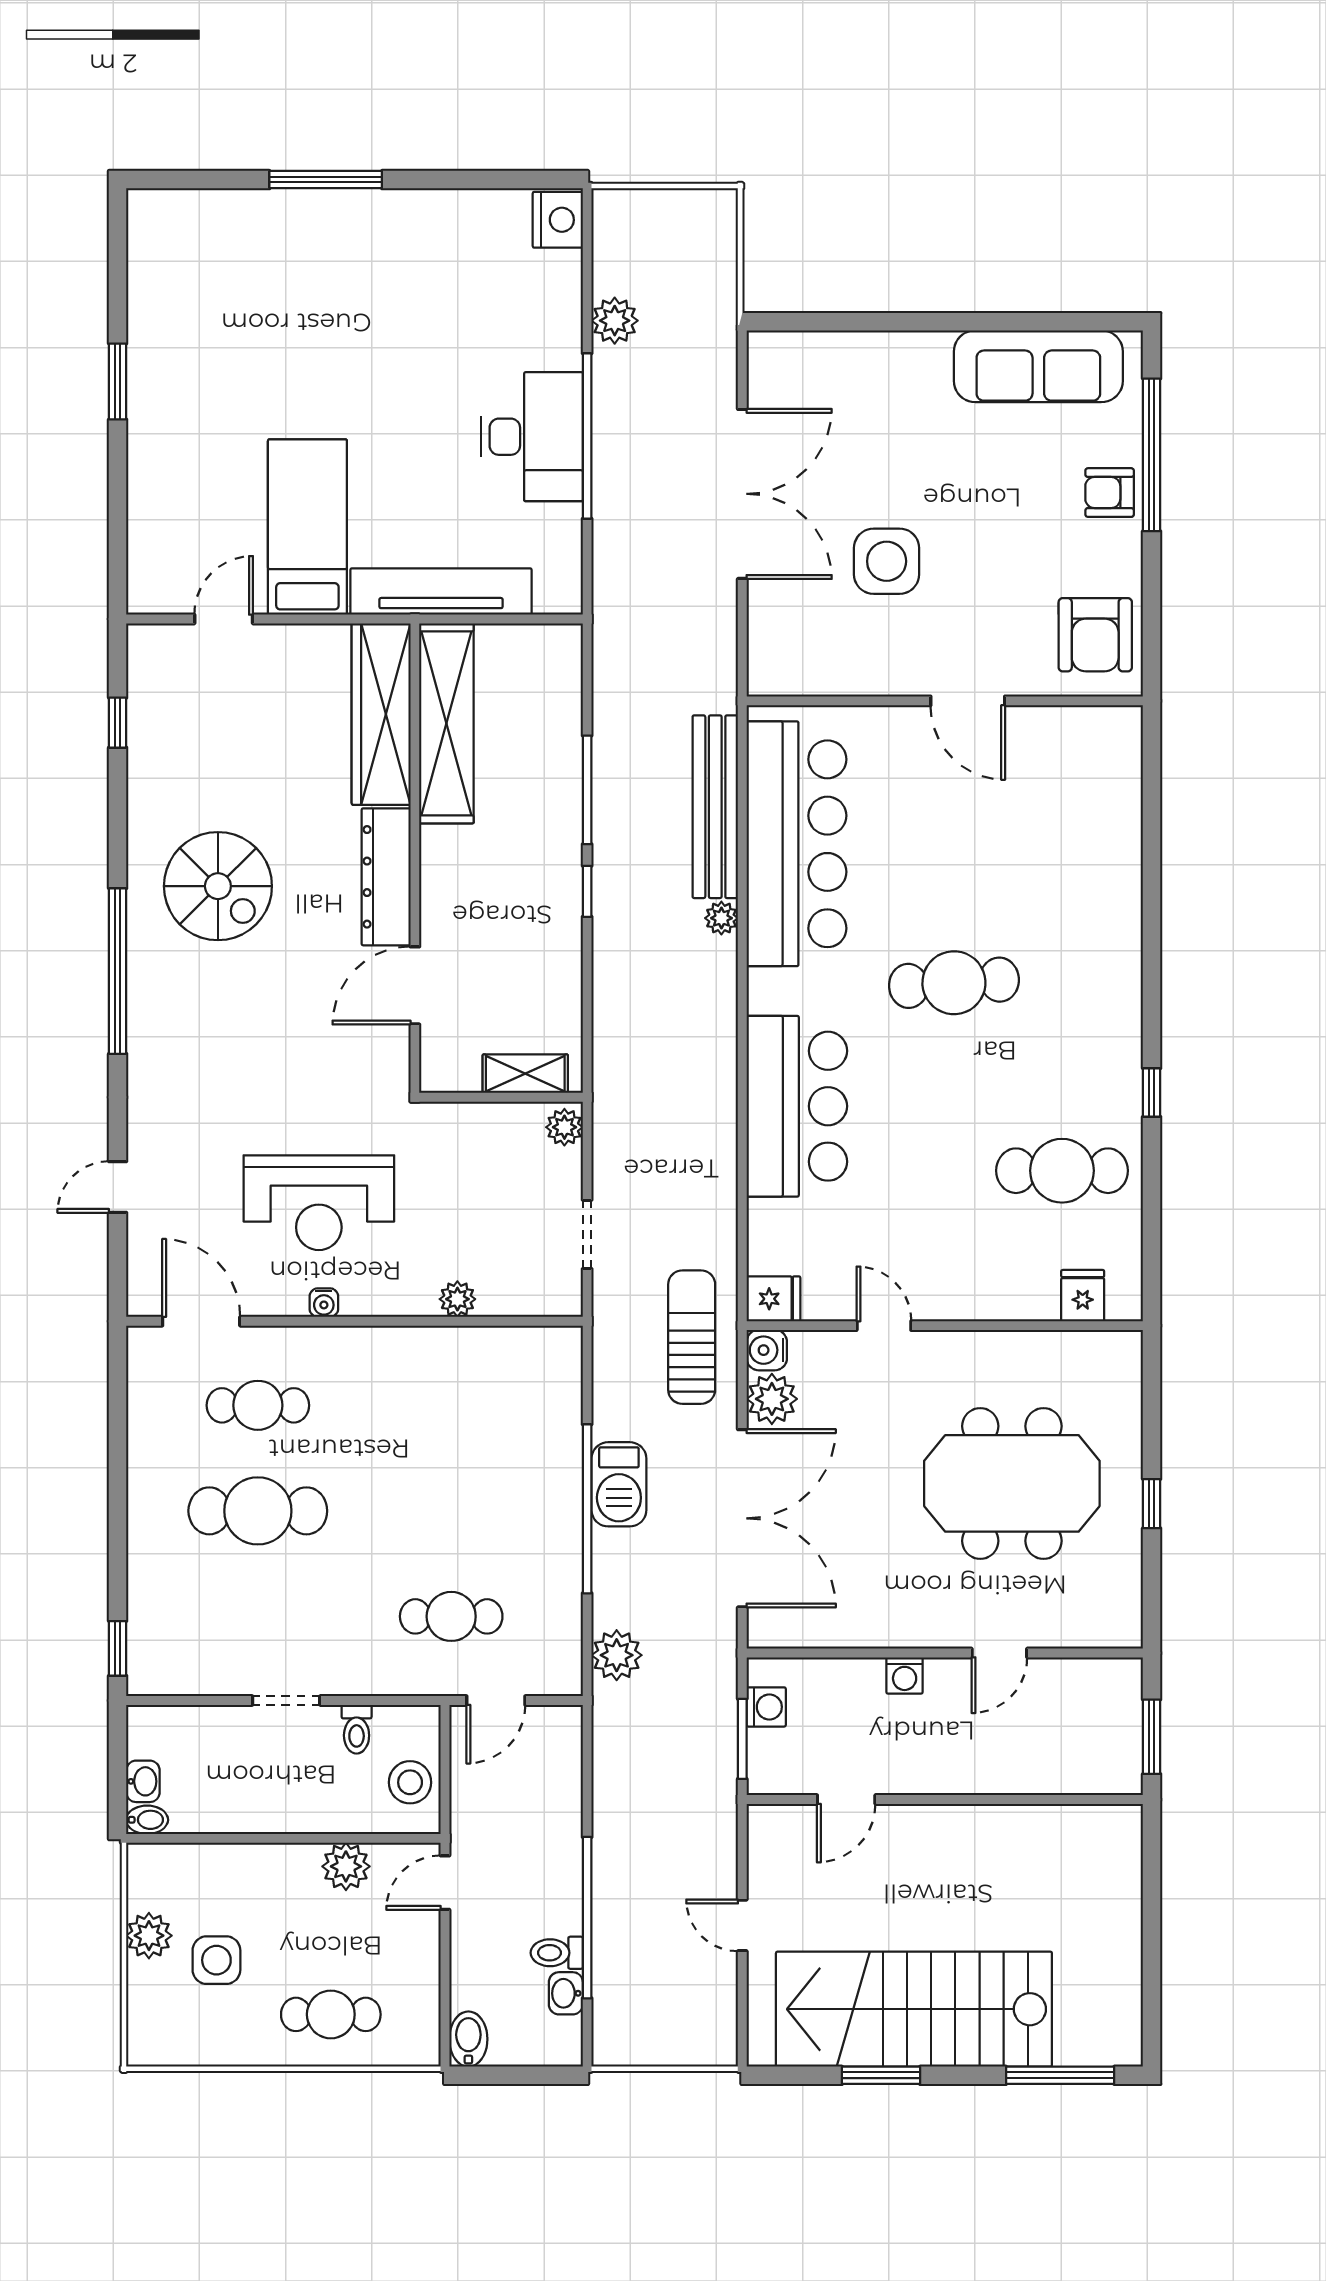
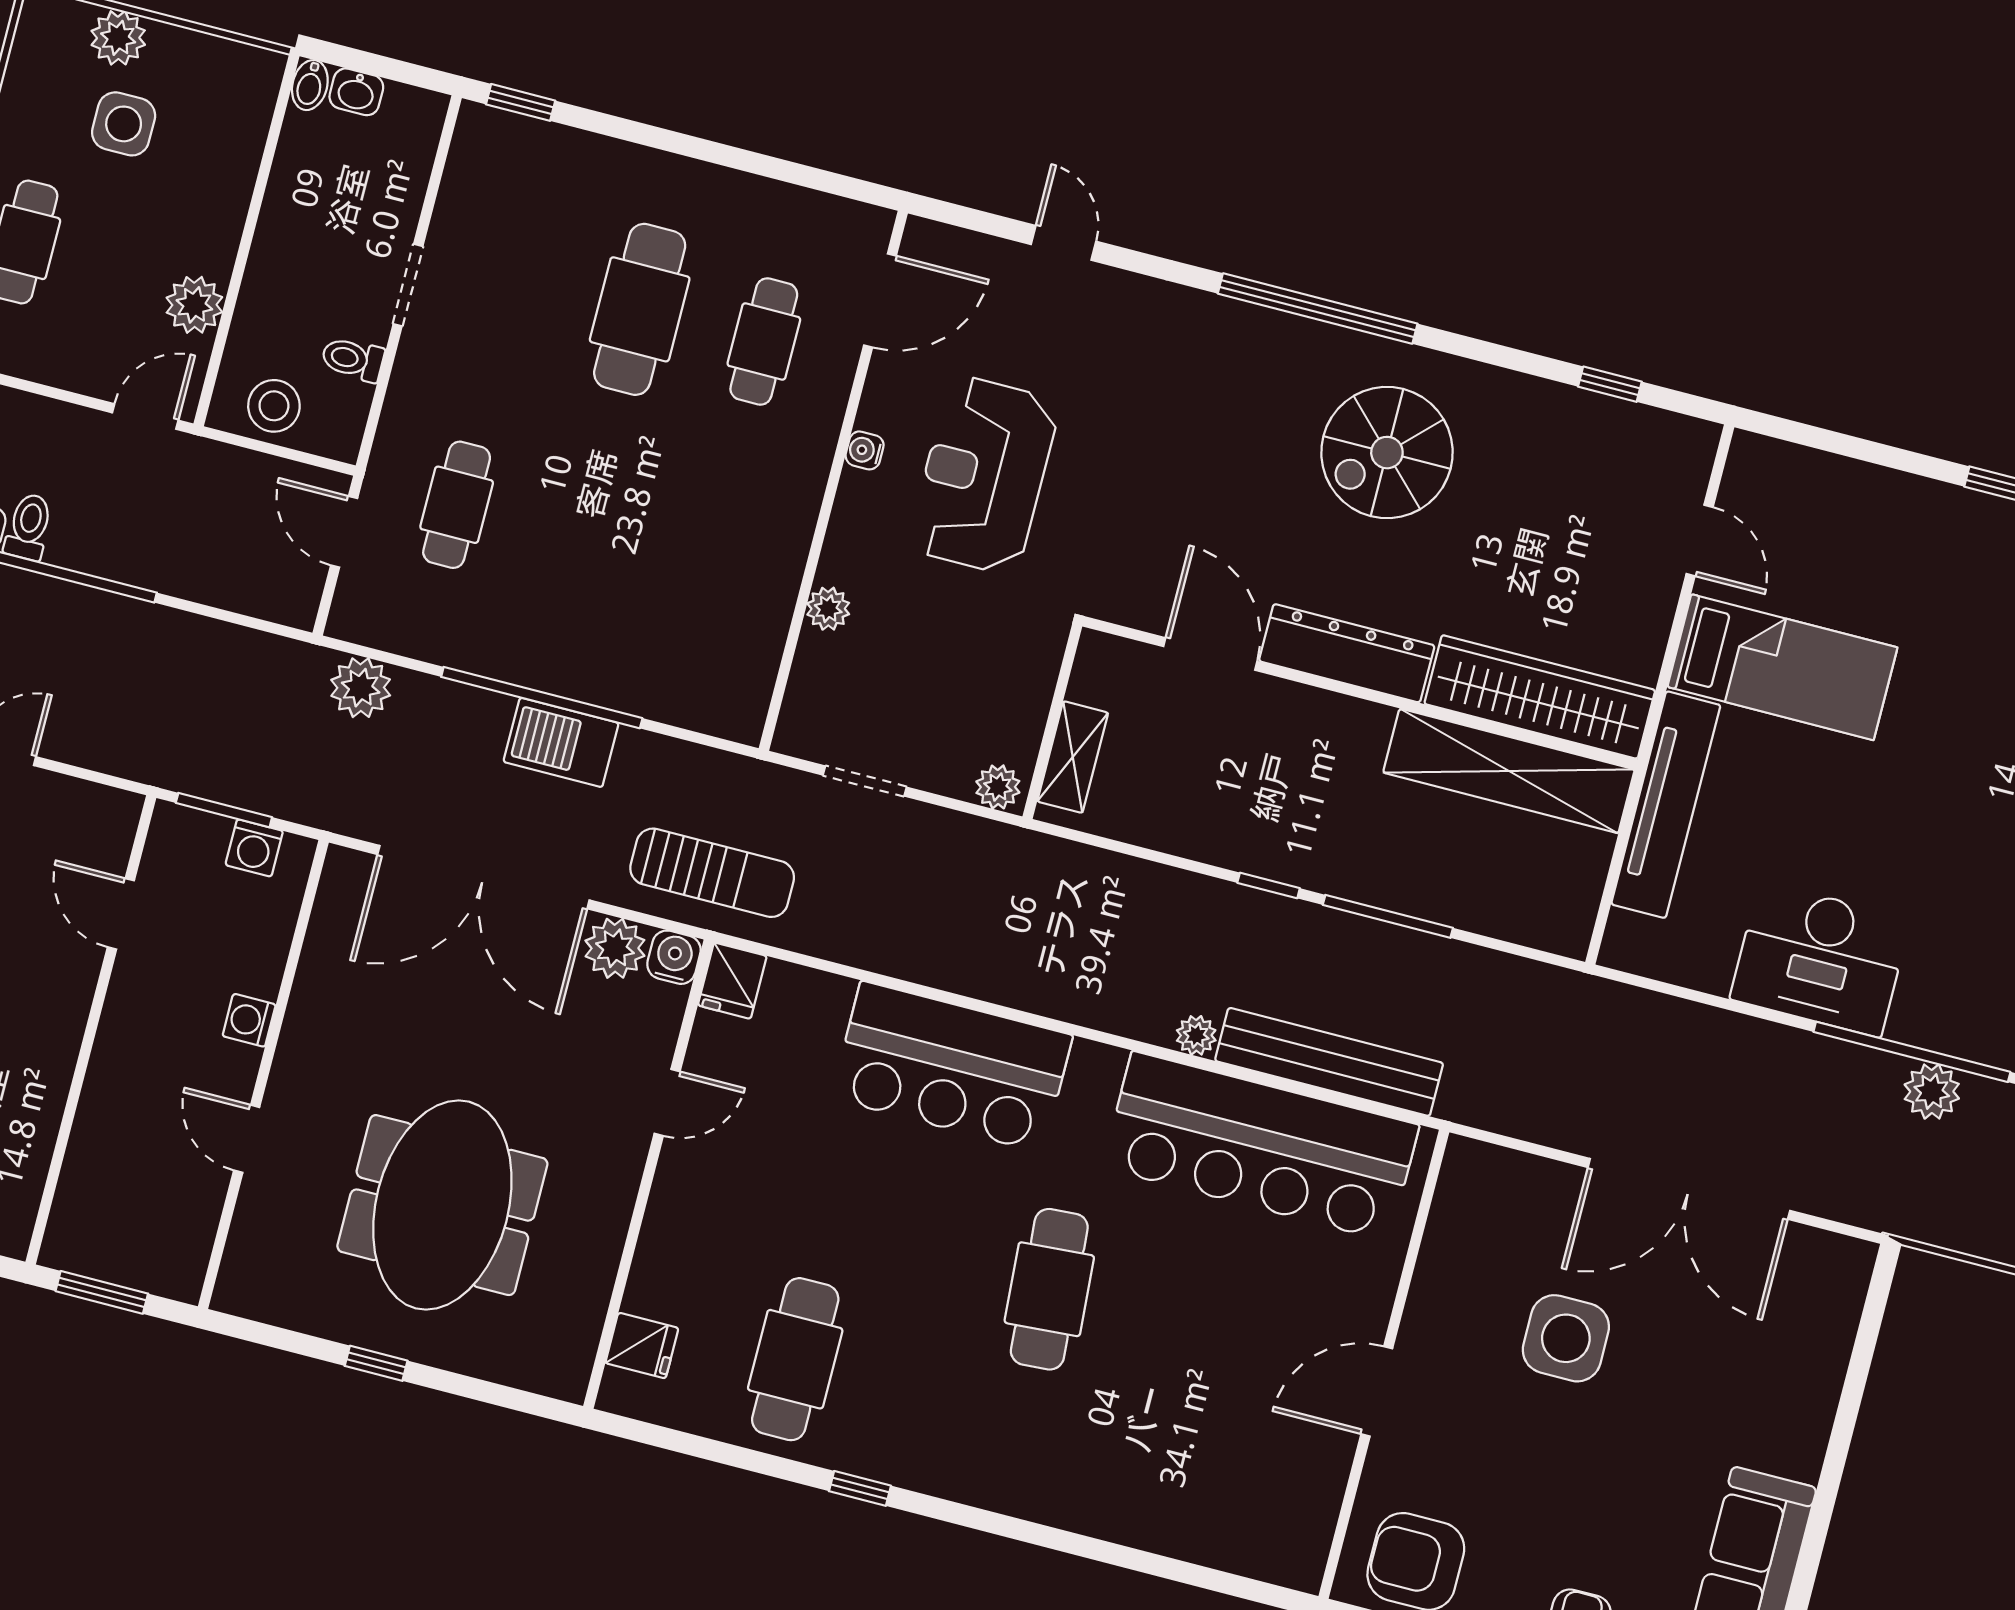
window: (587, 436) -> (1912, 1052), moved
door: (445, 1883) -> (145, 416), hinge flipped
plant: (149, 1936) -> (118, 38), moved

